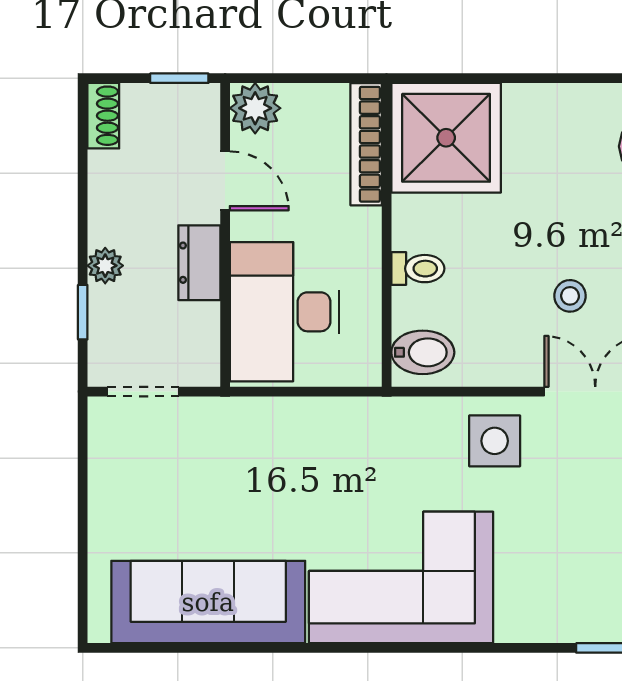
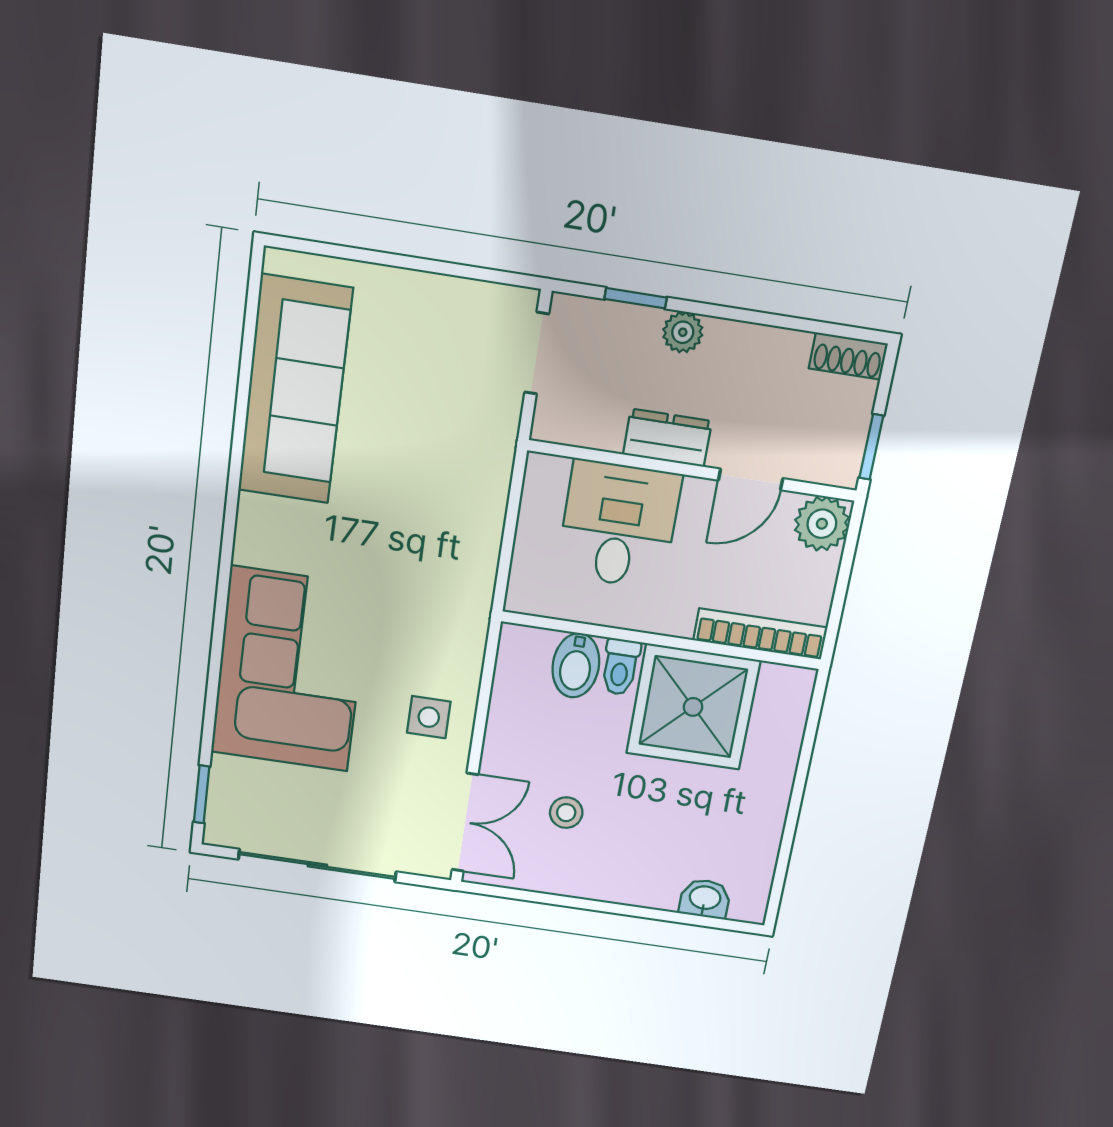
shower: (446, 138) -> (693, 707), moved
desk: (284, 312) -> (619, 525), width x0.73
bidet: (423, 352) -> (576, 665), moved
side table: (495, 441) -> (429, 717), width x0.73, depth x0.73
corner sofa: (401, 577) -> (290, 670), moved

